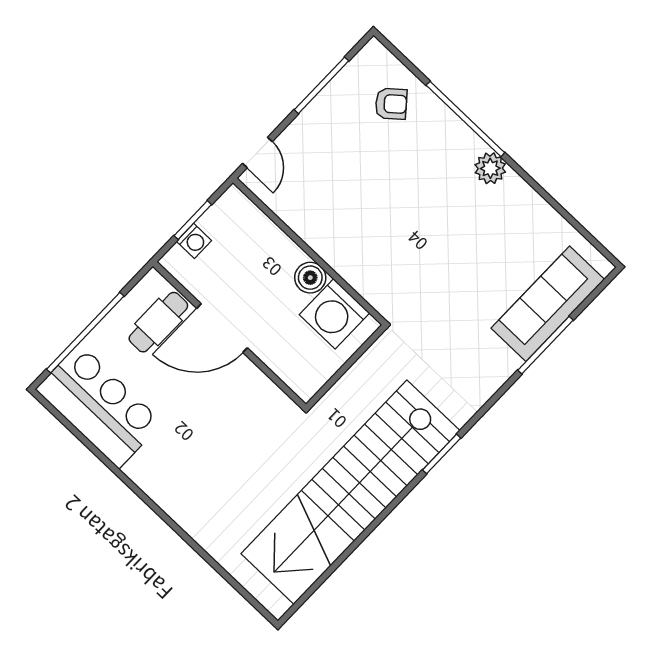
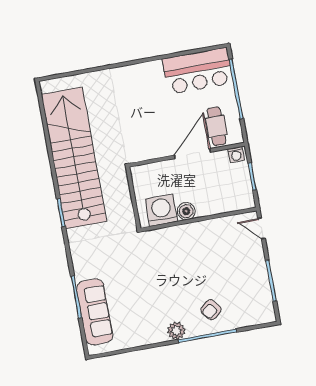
armchair: (391, 104) -> (211, 310), moved
washing machine: (194, 241) -> (236, 155), moved, turned -90

